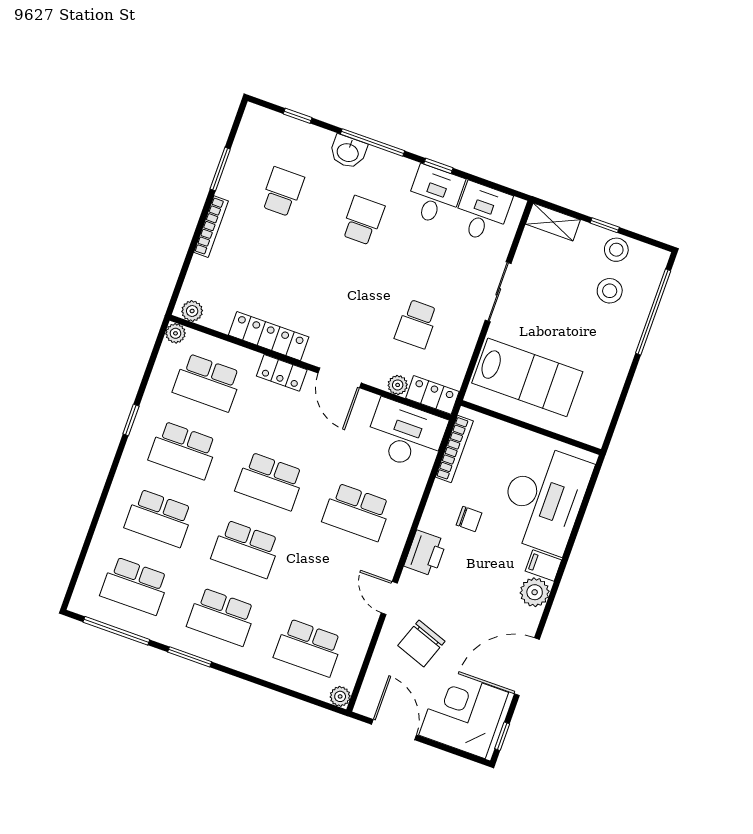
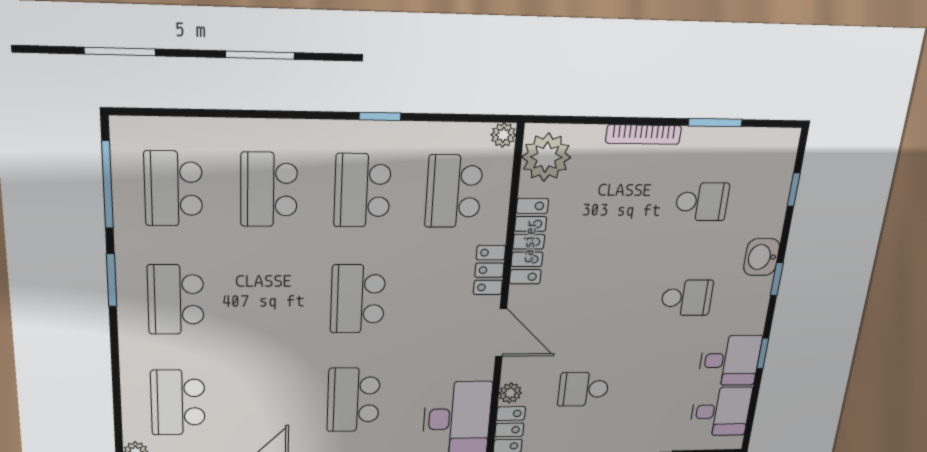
window: (373, 142) -> (777, 279), width x0.46
plant: (192, 311) -> (546, 157), width x1.87, depth x1.87
door: (340, 378) -> (501, 333), swing flipped
school desk: (246, 549) -> (268, 299), removed

